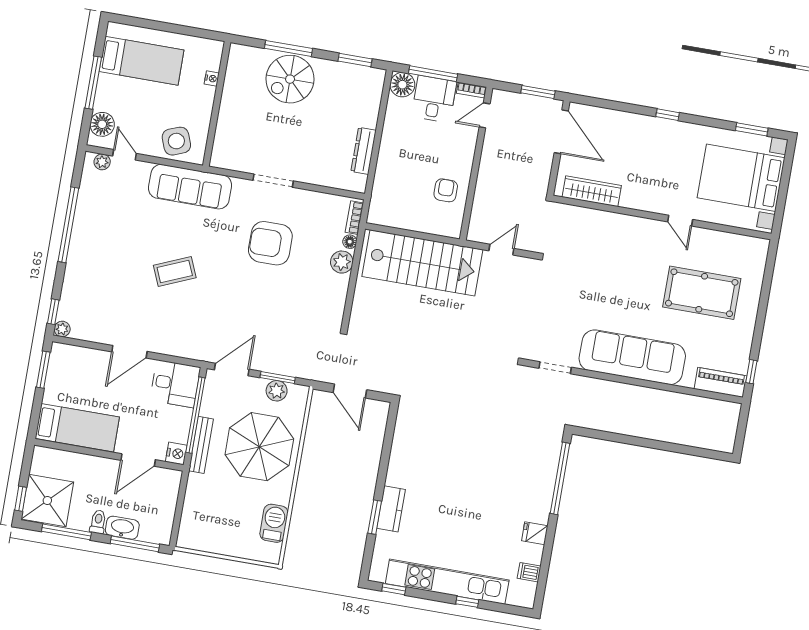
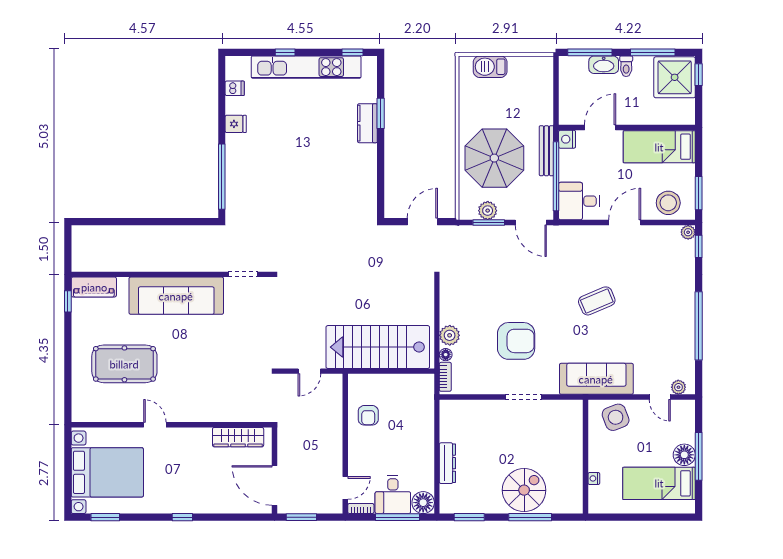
floor lamp: (102, 124) -> (684, 455), moved
dresser: (364, 151) -> (447, 463), moved
stool: (78, 365) -> (668, 203), added
door: (232, 370) -> (531, 223), hinge flipped
door: (350, 391) -> (422, 222), hinge flipped
barbecue: (274, 523) -> (490, 67), moved, turned 90

